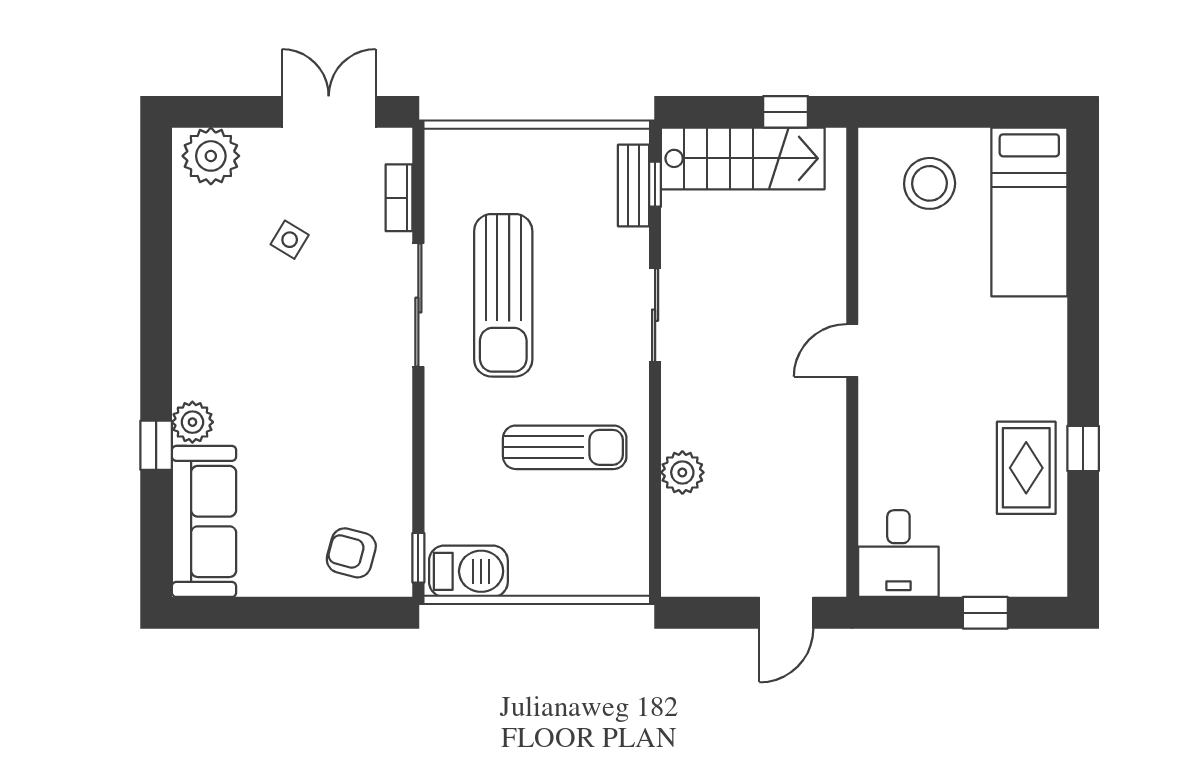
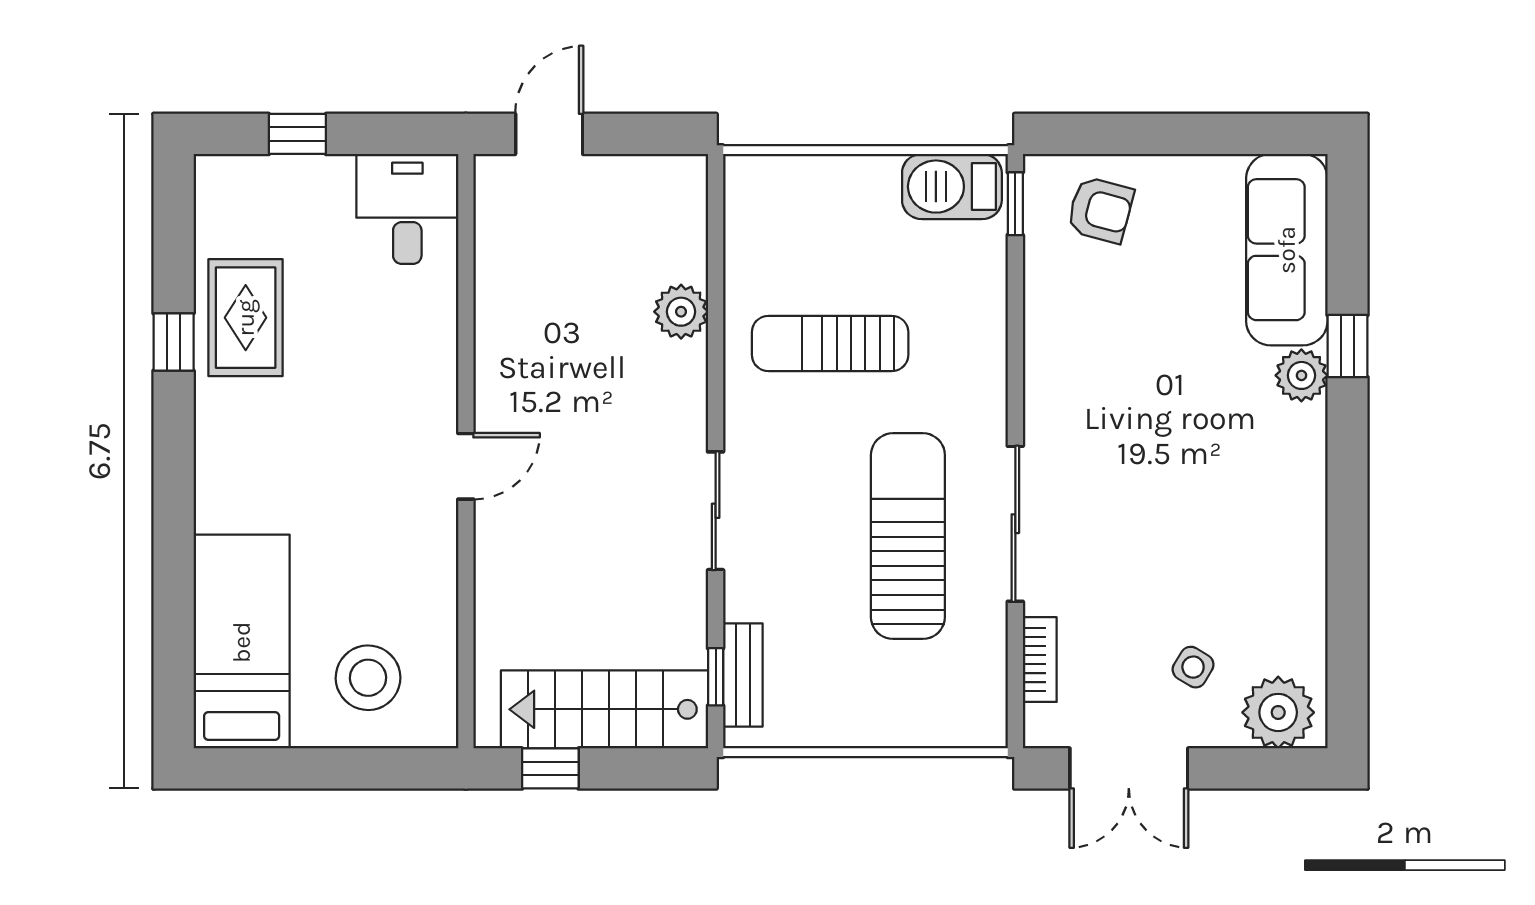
side table: (290, 240) -> (1193, 667), moved

